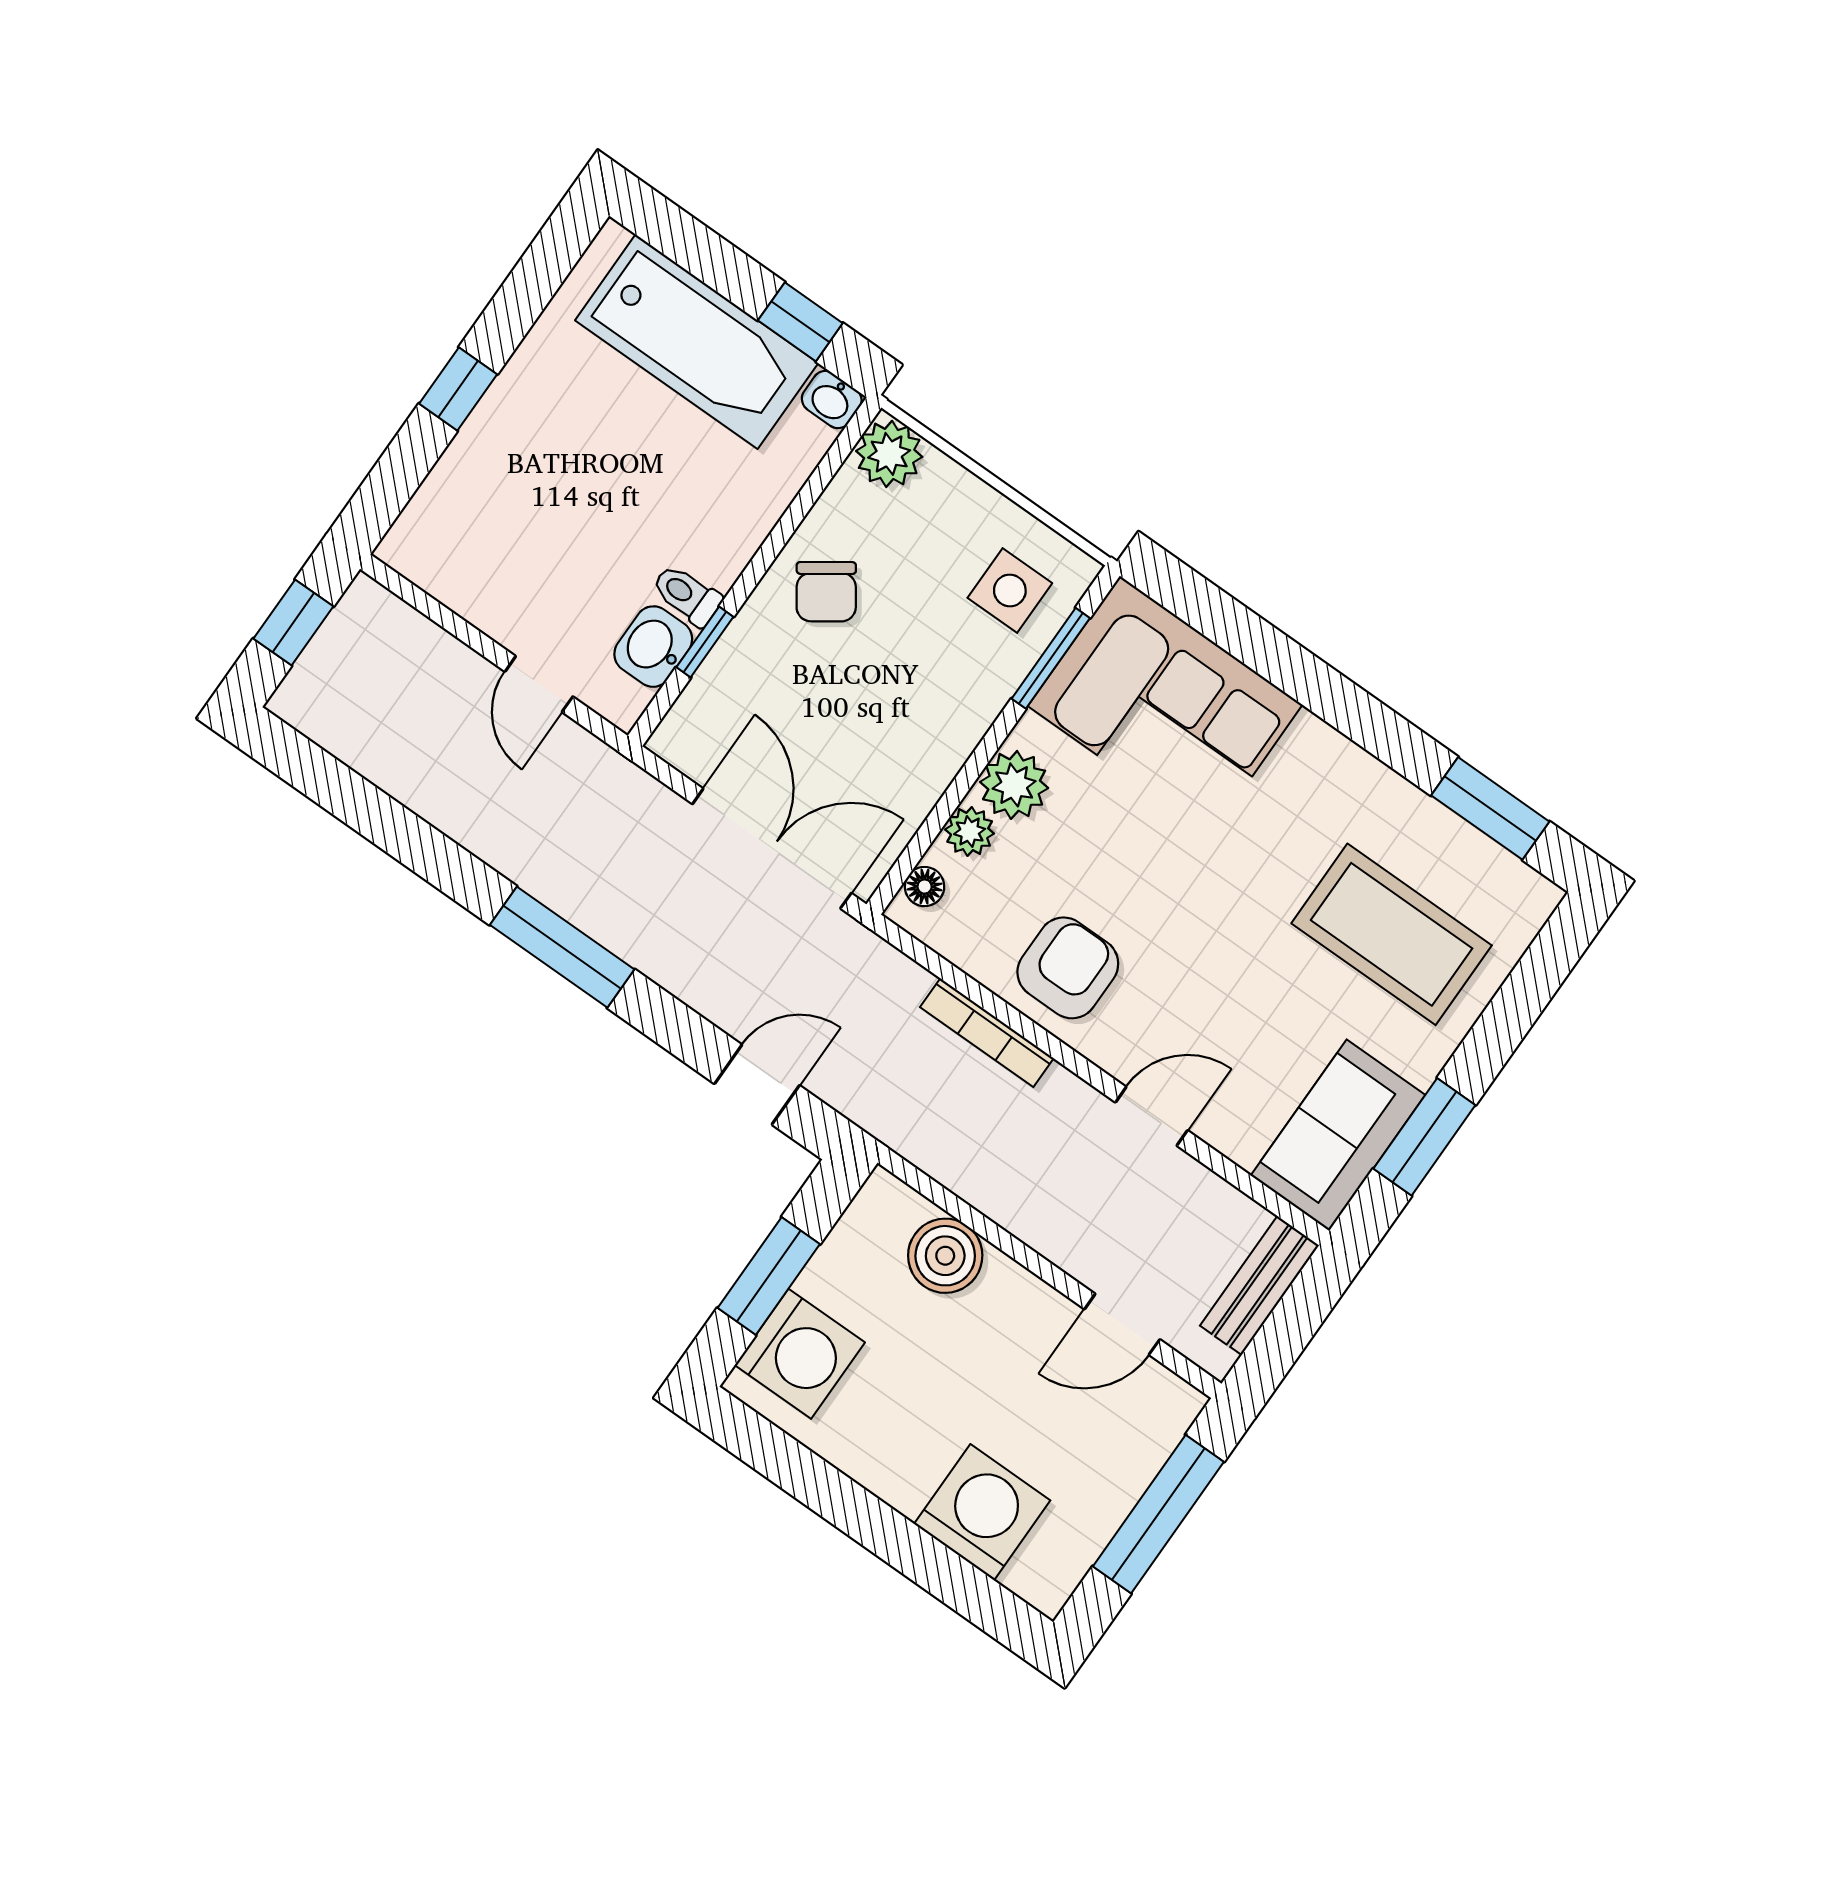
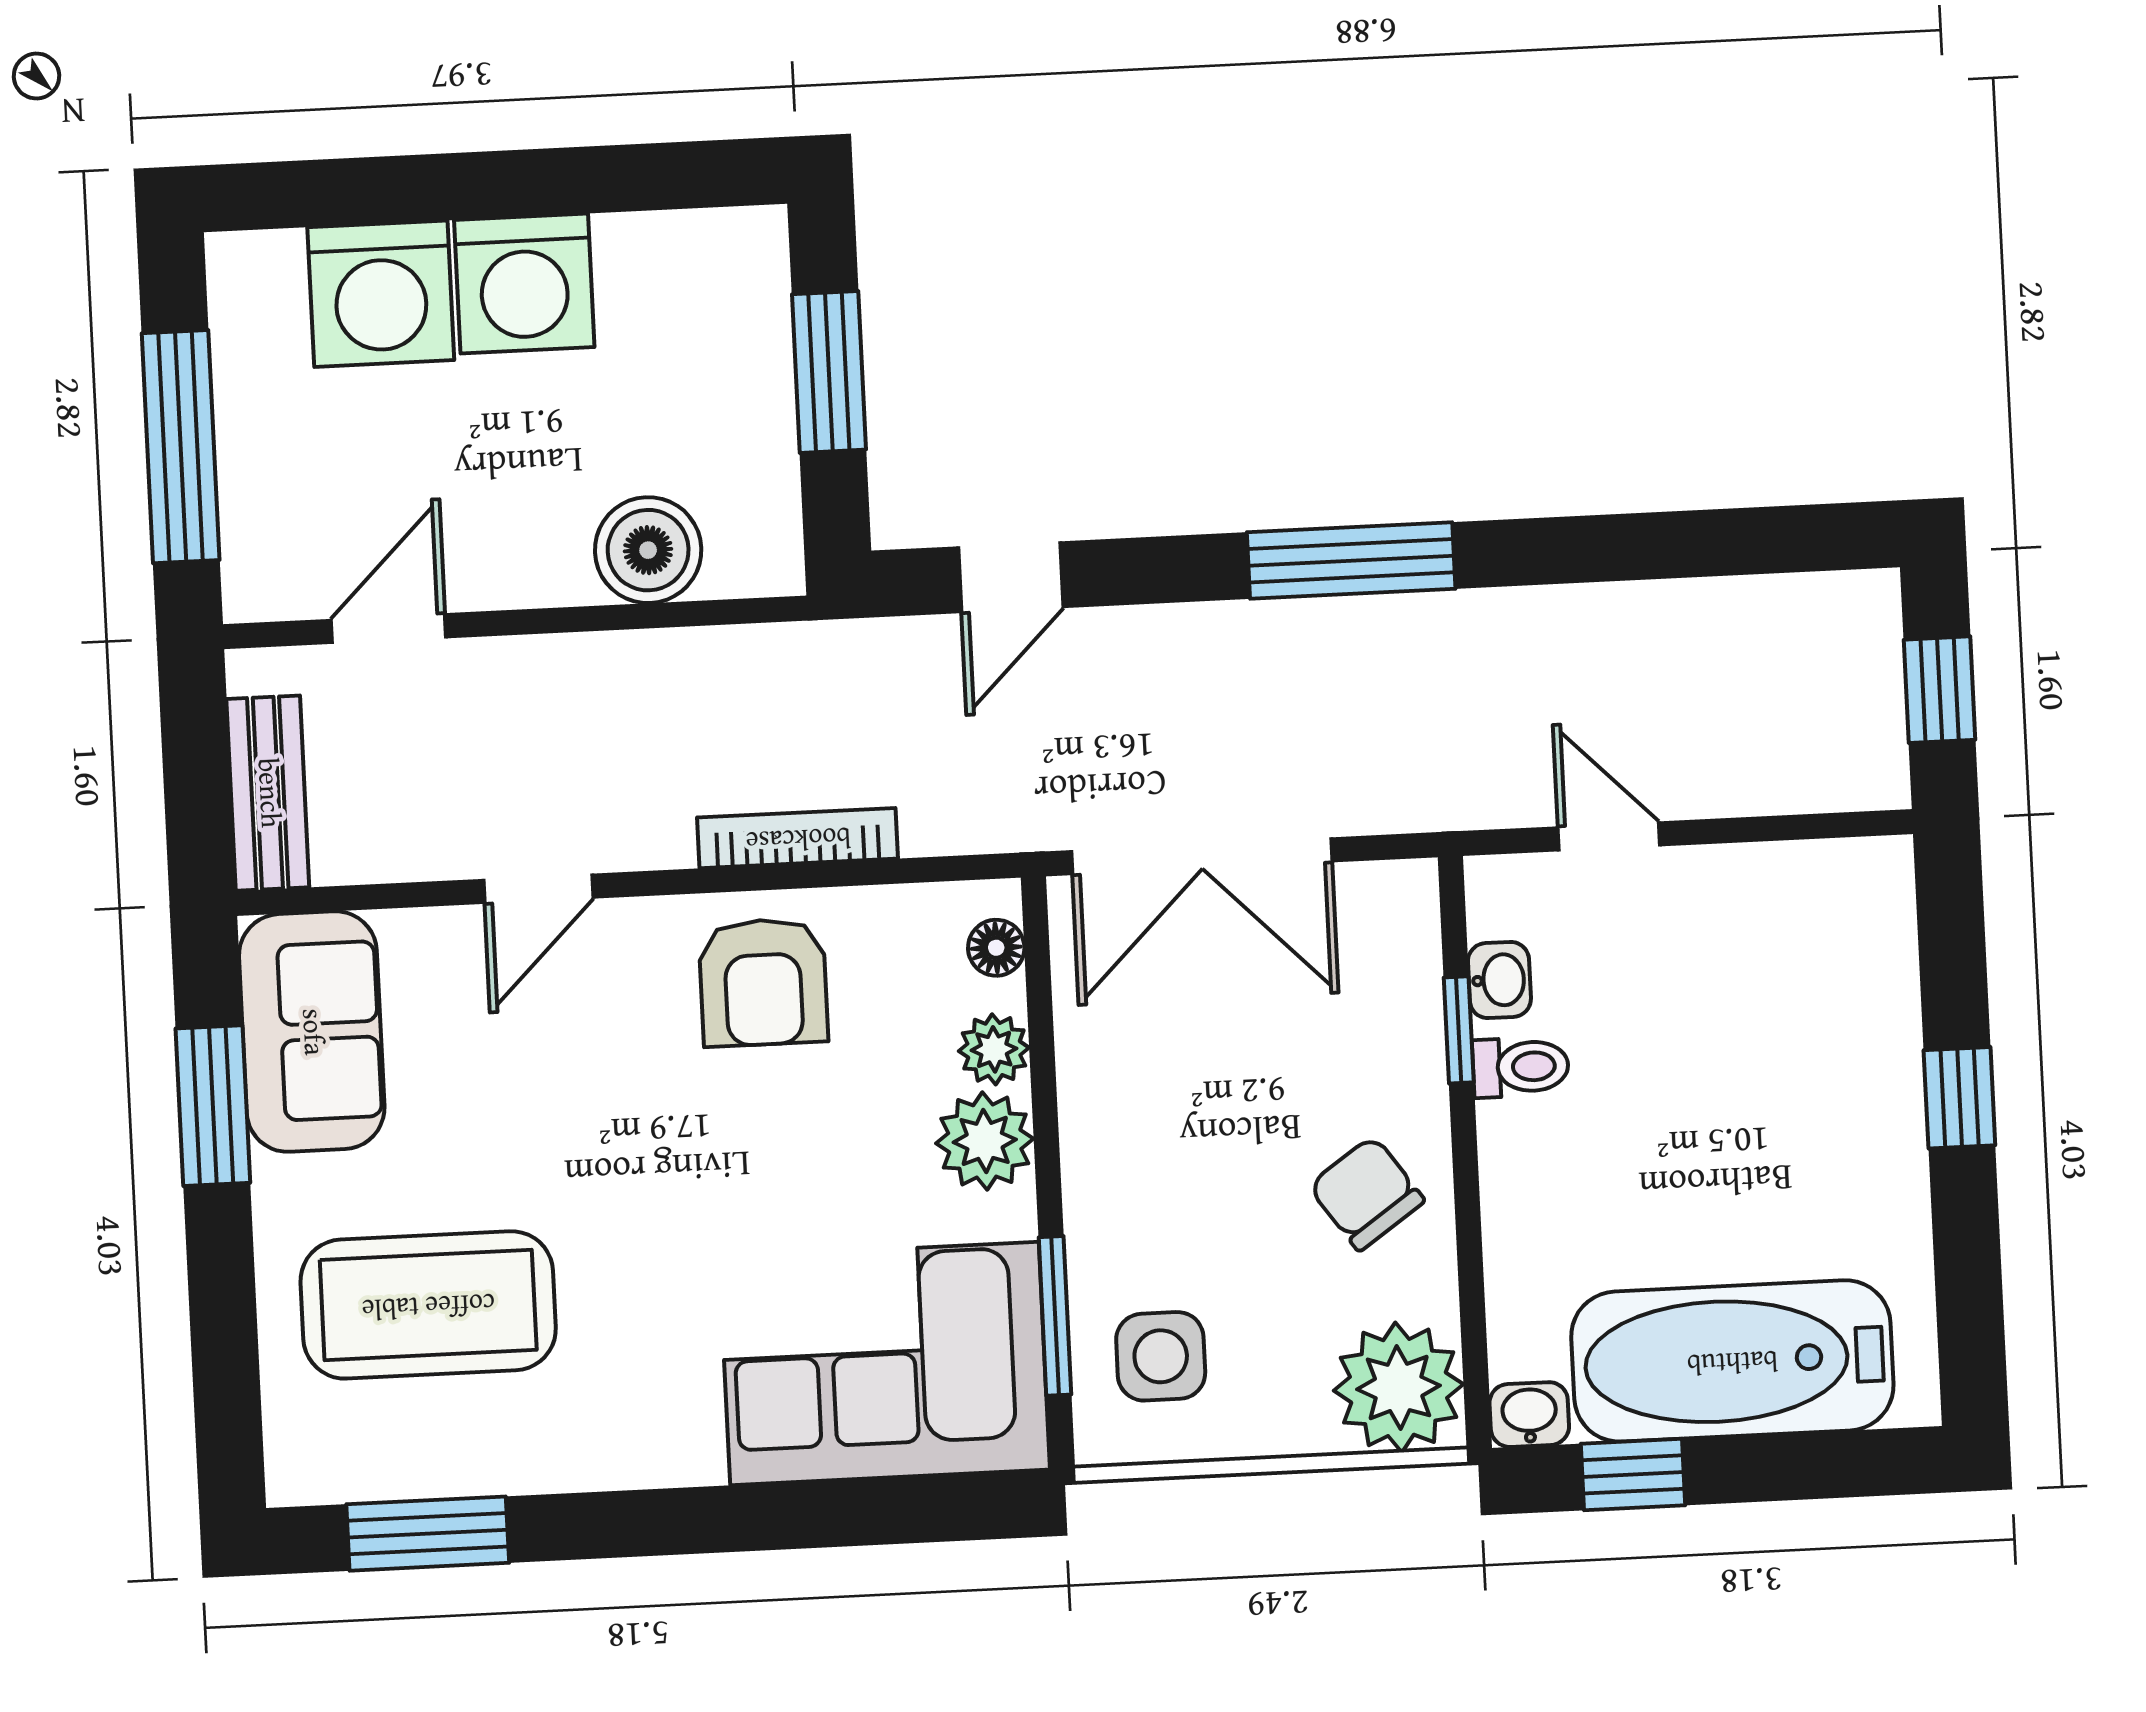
plant: (889, 454) -> (1399, 1387), width x1.36, depth x1.36
washbasin: (653, 647) -> (1499, 980), width x0.72, depth x0.69
washing machine: (800, 1354) -> (524, 284), moved, turned -90

